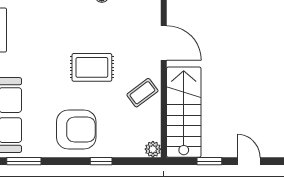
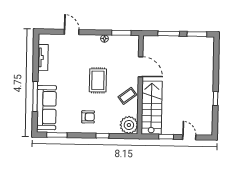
rug: (92, 67) -> (98, 80), turned 90
armchair: (76, 130) -> (88, 117), width x0.53, depth x0.53
plant: (153, 149) -> (129, 125), width x1.88, depth x1.88

